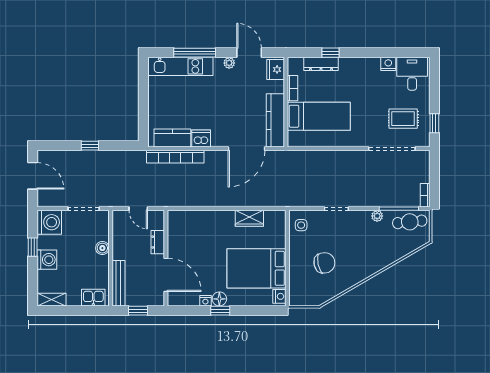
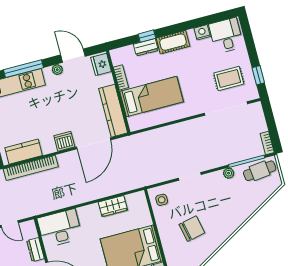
dresser: (321, 64) -> (146, 47), width x0.70
cot: (356, 66) -> (173, 42), added
dishwasher: (201, 138) -> (64, 141), moved
desk: (189, 227) -> (60, 228), added

